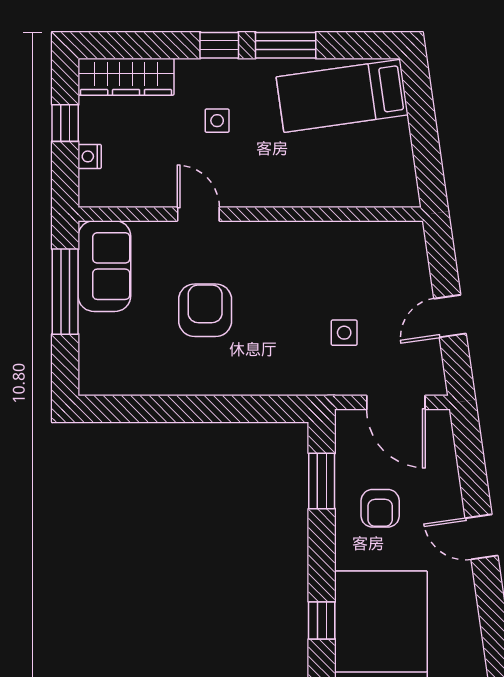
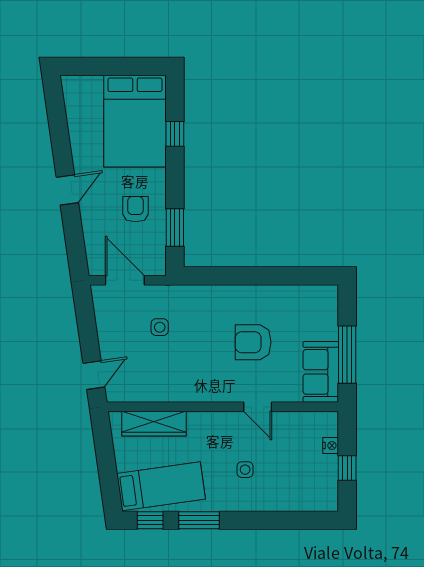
window: (219, 45) -> (150, 520), moved
wardrobe: (126, 77) -> (154, 424), moved, turned 180
armchair: (205, 310) -> (253, 342), turned 90
door: (450, 316) -> (94, 375), moved
door: (482, 537) -> (67, 190), hinge flipped

